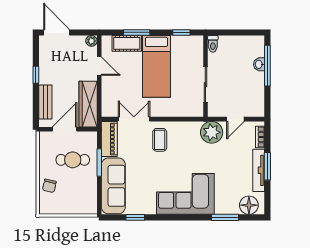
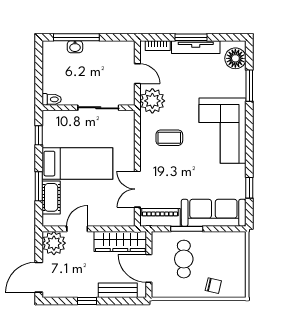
plant: (91, 41) -> (54, 243), width x1.88, depth x1.88
coffee table: (160, 140) -> (169, 138), moved

